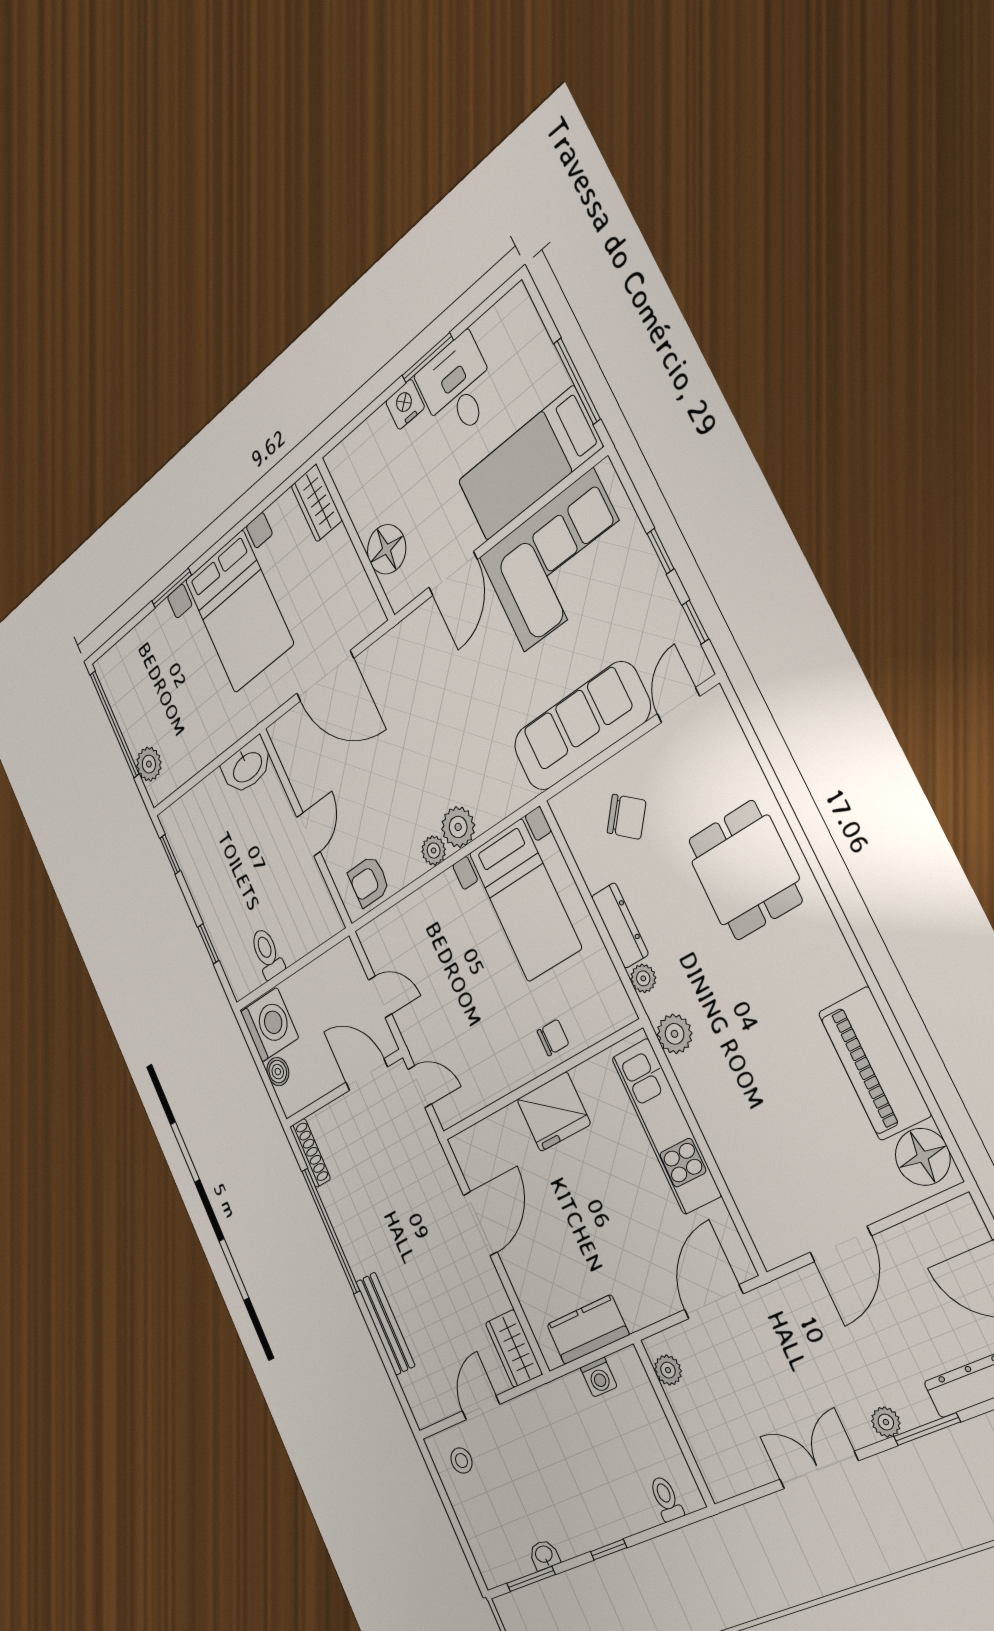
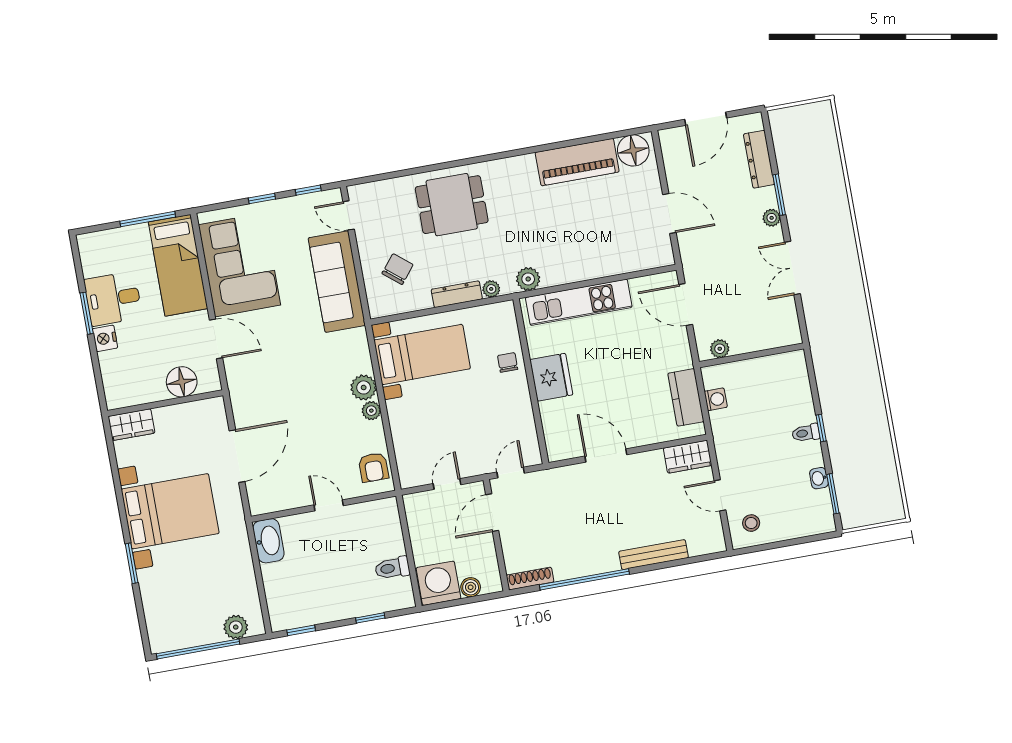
toilet: (666, 1499) -> (806, 433), moved

